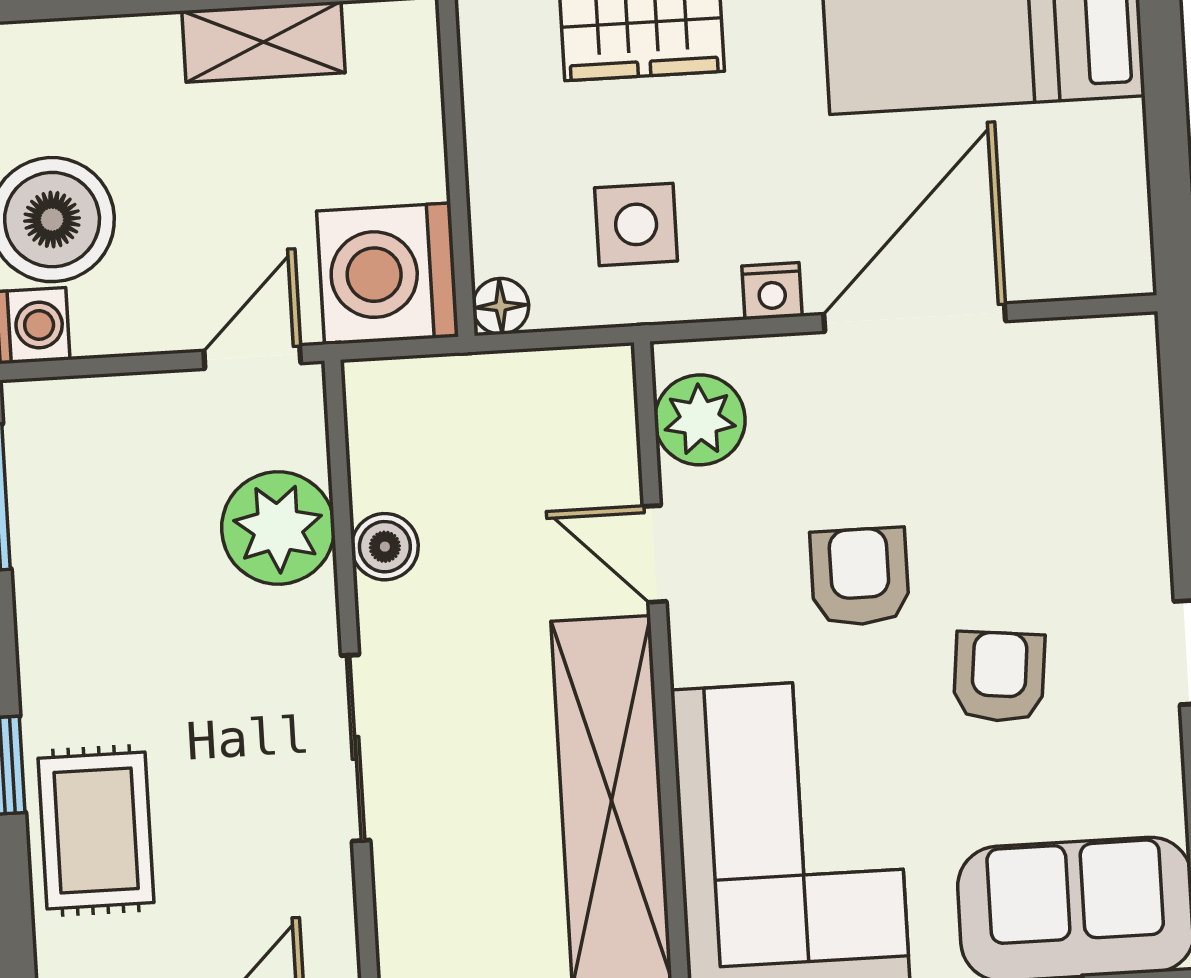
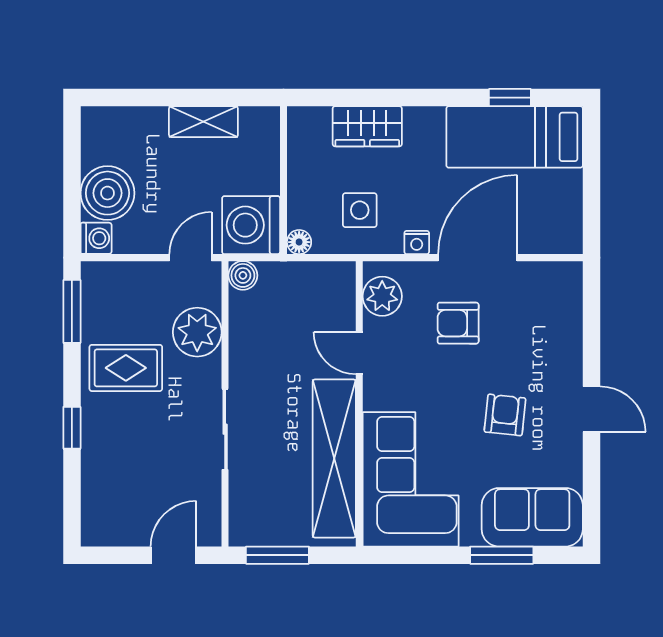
boiler: (385, 547) -> (243, 275), moved
armchair: (860, 577) -> (458, 323), moved, turned -90
rug: (96, 830) -> (126, 368), moved, turned 90

